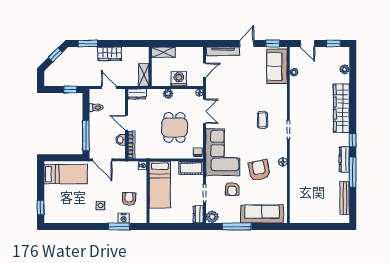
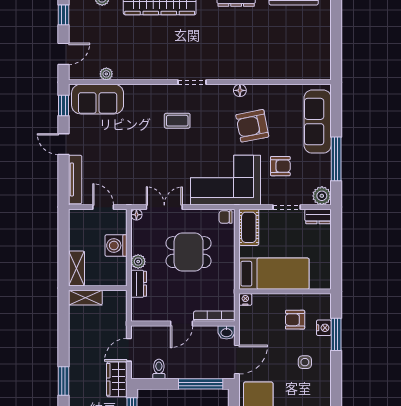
wardrobe: (110, 54) -> (117, 379), moved, turned 180
shelving: (144, 75) -> (85, 298), moved
dresser: (137, 94) -> (139, 284), moved
washbasin: (121, 140) -> (227, 332), moved

